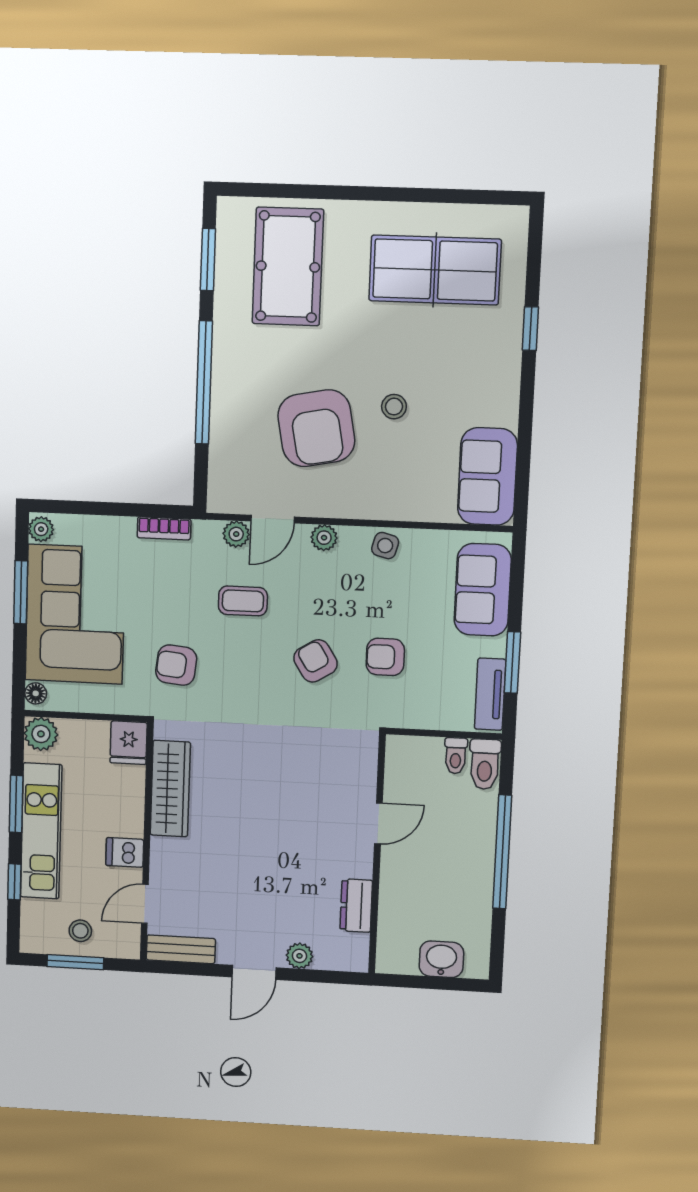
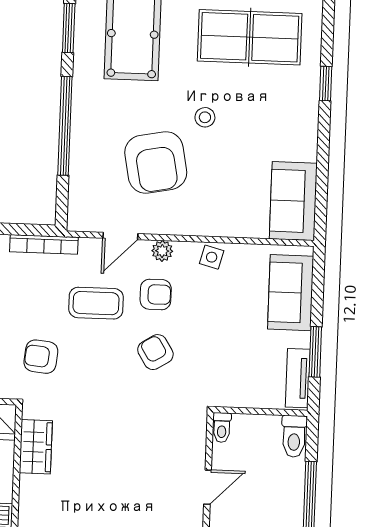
stool: (394, 407) -> (205, 117), moved
bookcase: (164, 528) -> (44, 244), width x1.56
plant: (236, 534) -> (91, 248), removed
coffee table: (243, 601) -> (96, 303), width x1.36, depth x1.30
armchair: (385, 657) -> (156, 294), moved, turned 180
toilet: (456, 756) -> (222, 428), moved
wardrobe: (170, 789) -> (36, 447), width x0.67

